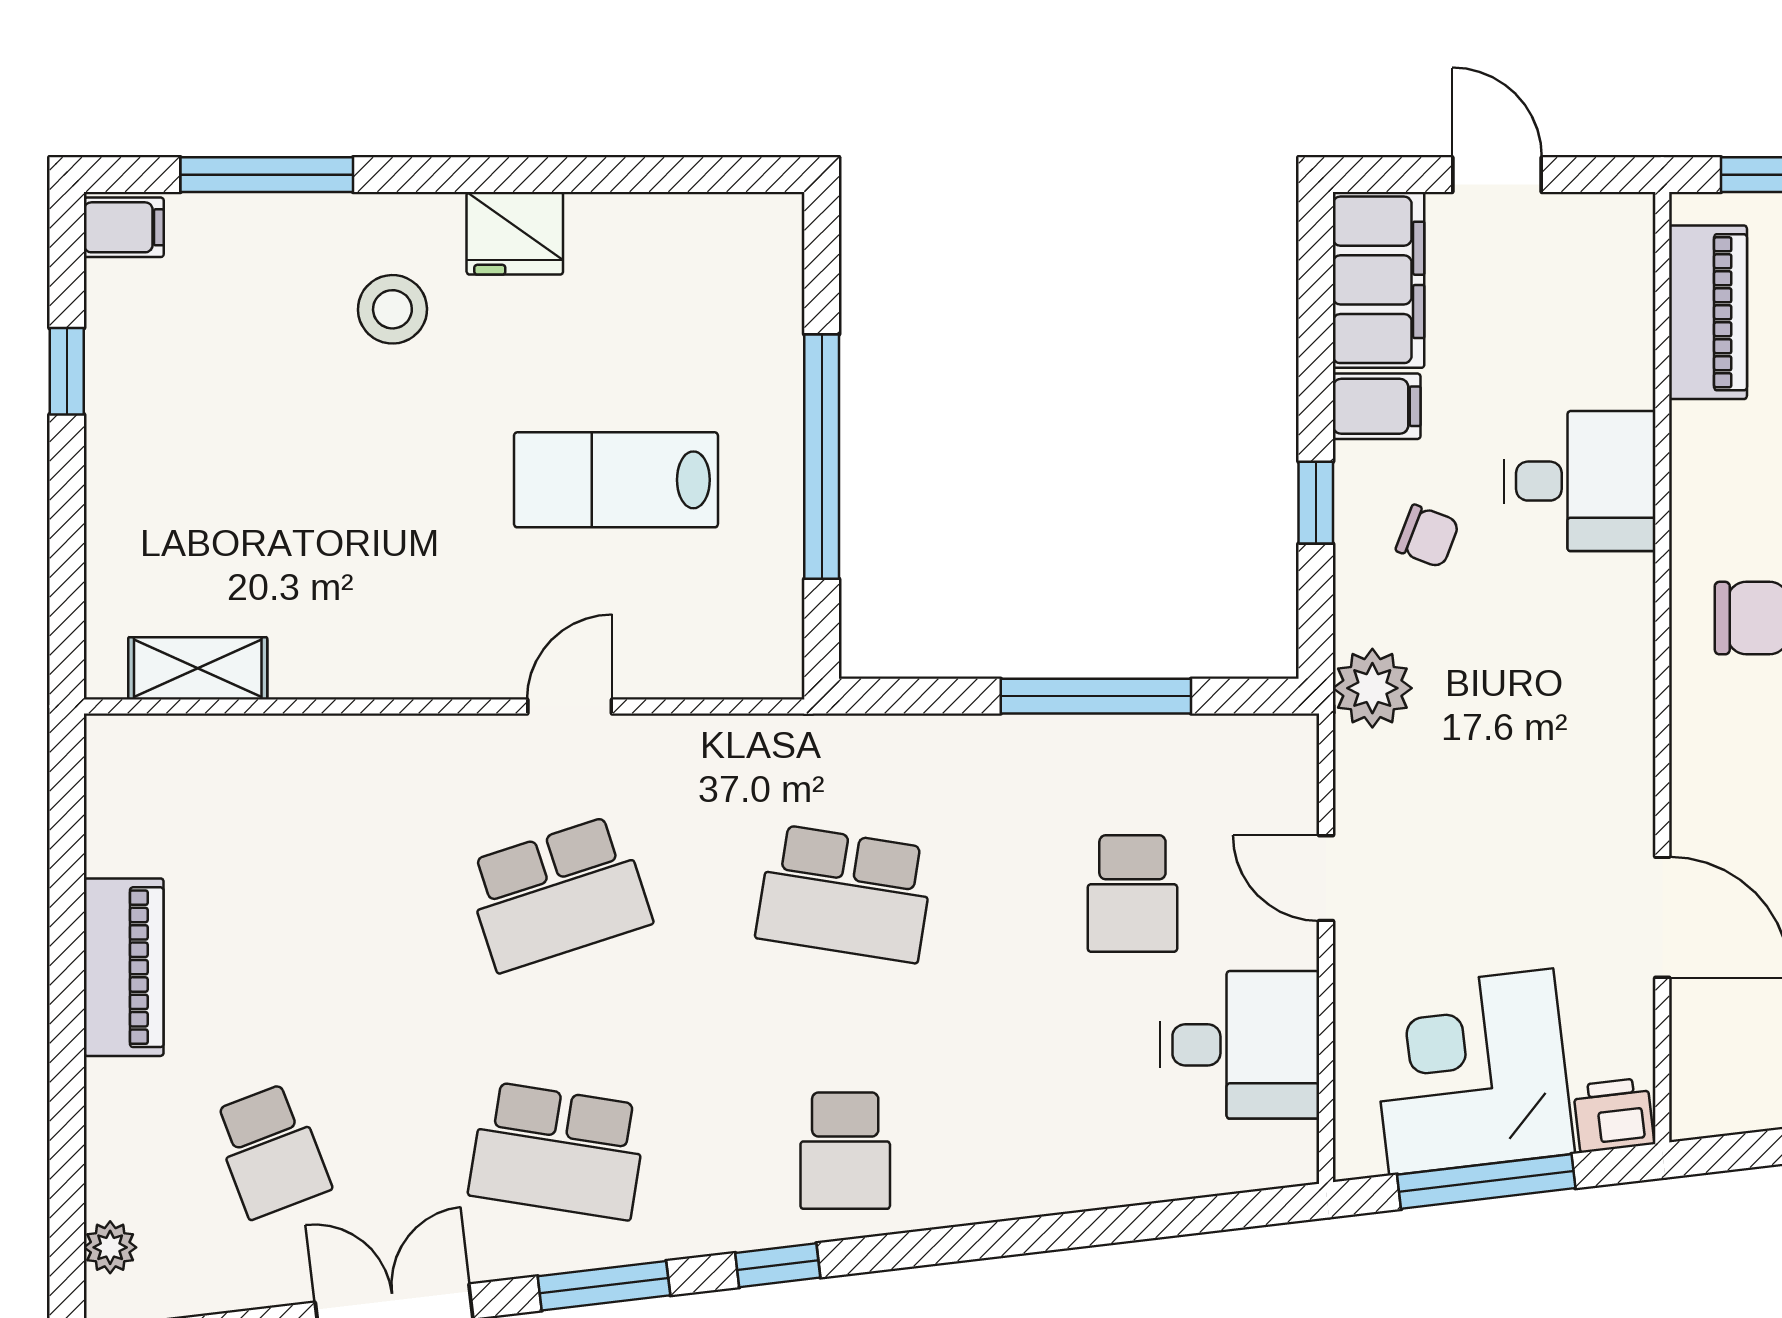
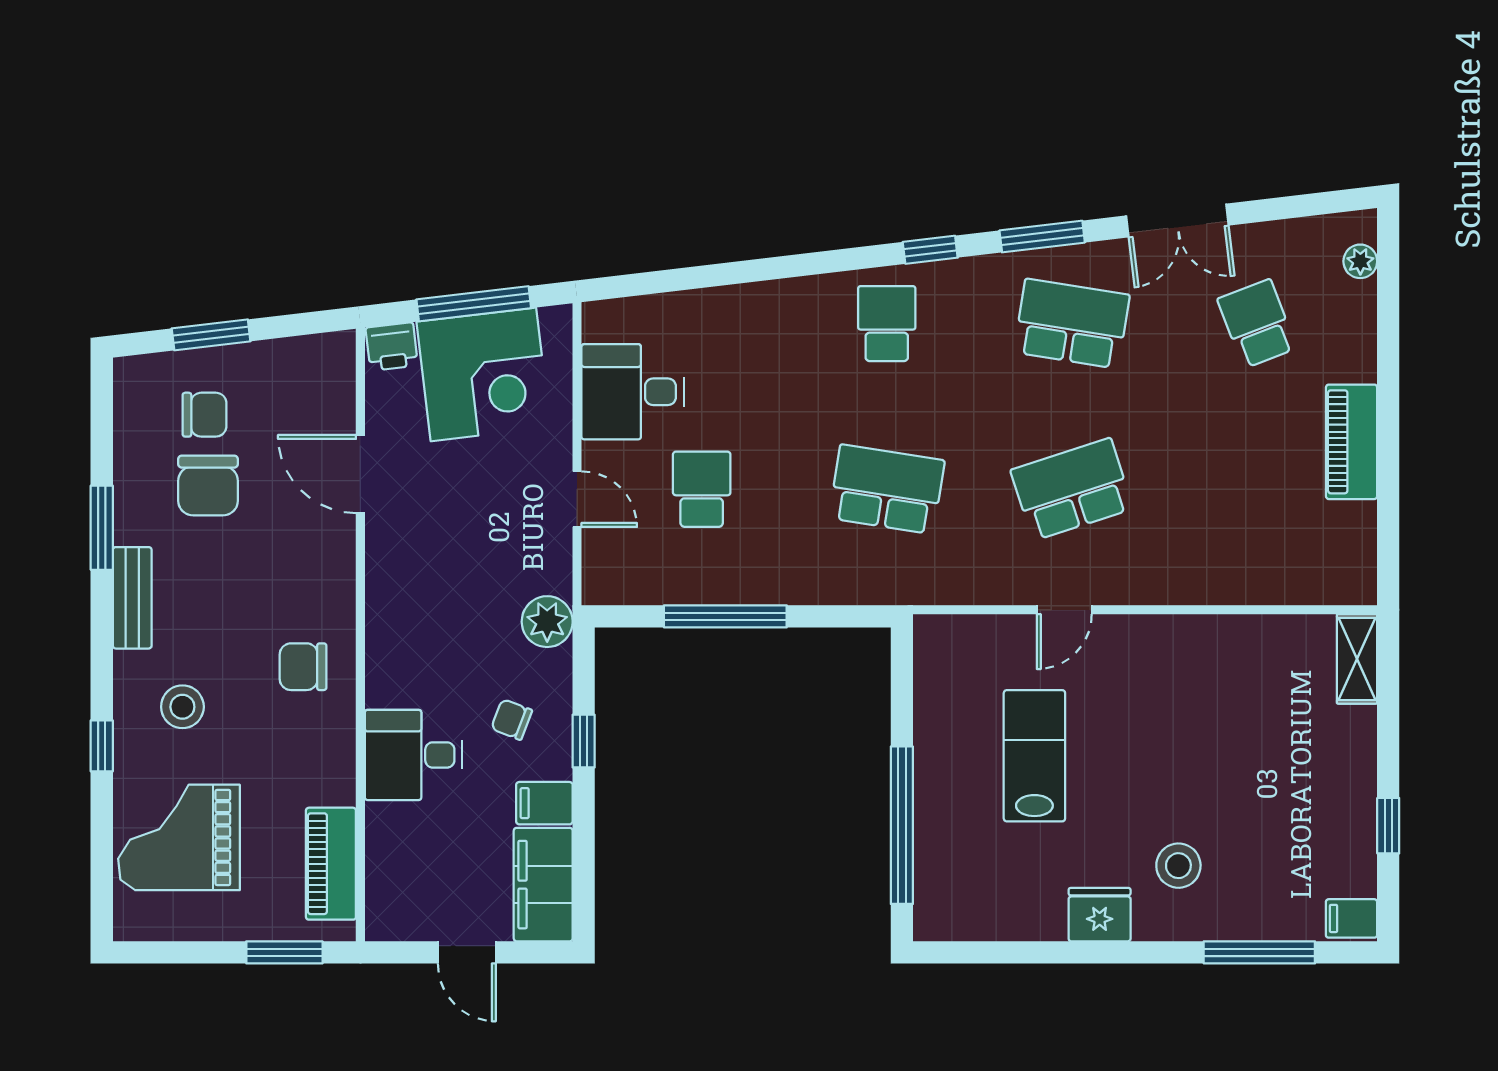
window: (822, 457) -> (902, 825), moved
lab bench: (616, 480) -> (1034, 756), turned -90
shelving: (198, 668) -> (1357, 659), moved, turned 90

